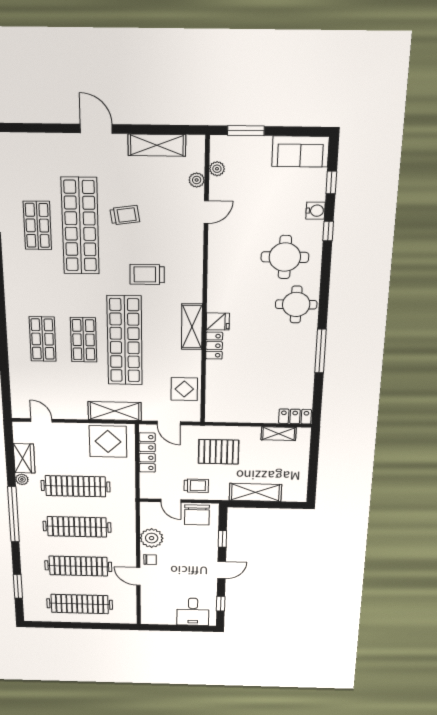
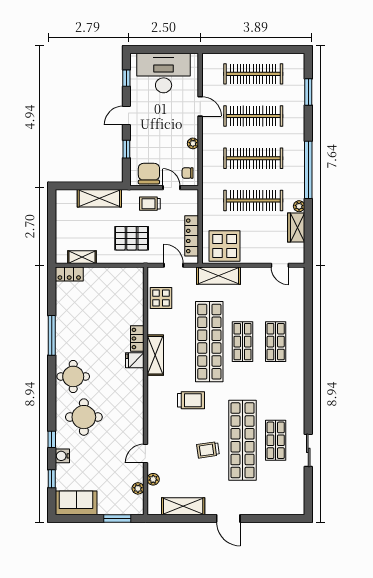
plant: (152, 538) -> (193, 143), width x0.53, depth x0.53
chair: (150, 560) -> (188, 173), moved
desk: (193, 612) -> (164, 73), width x1.87, depth x1.30

